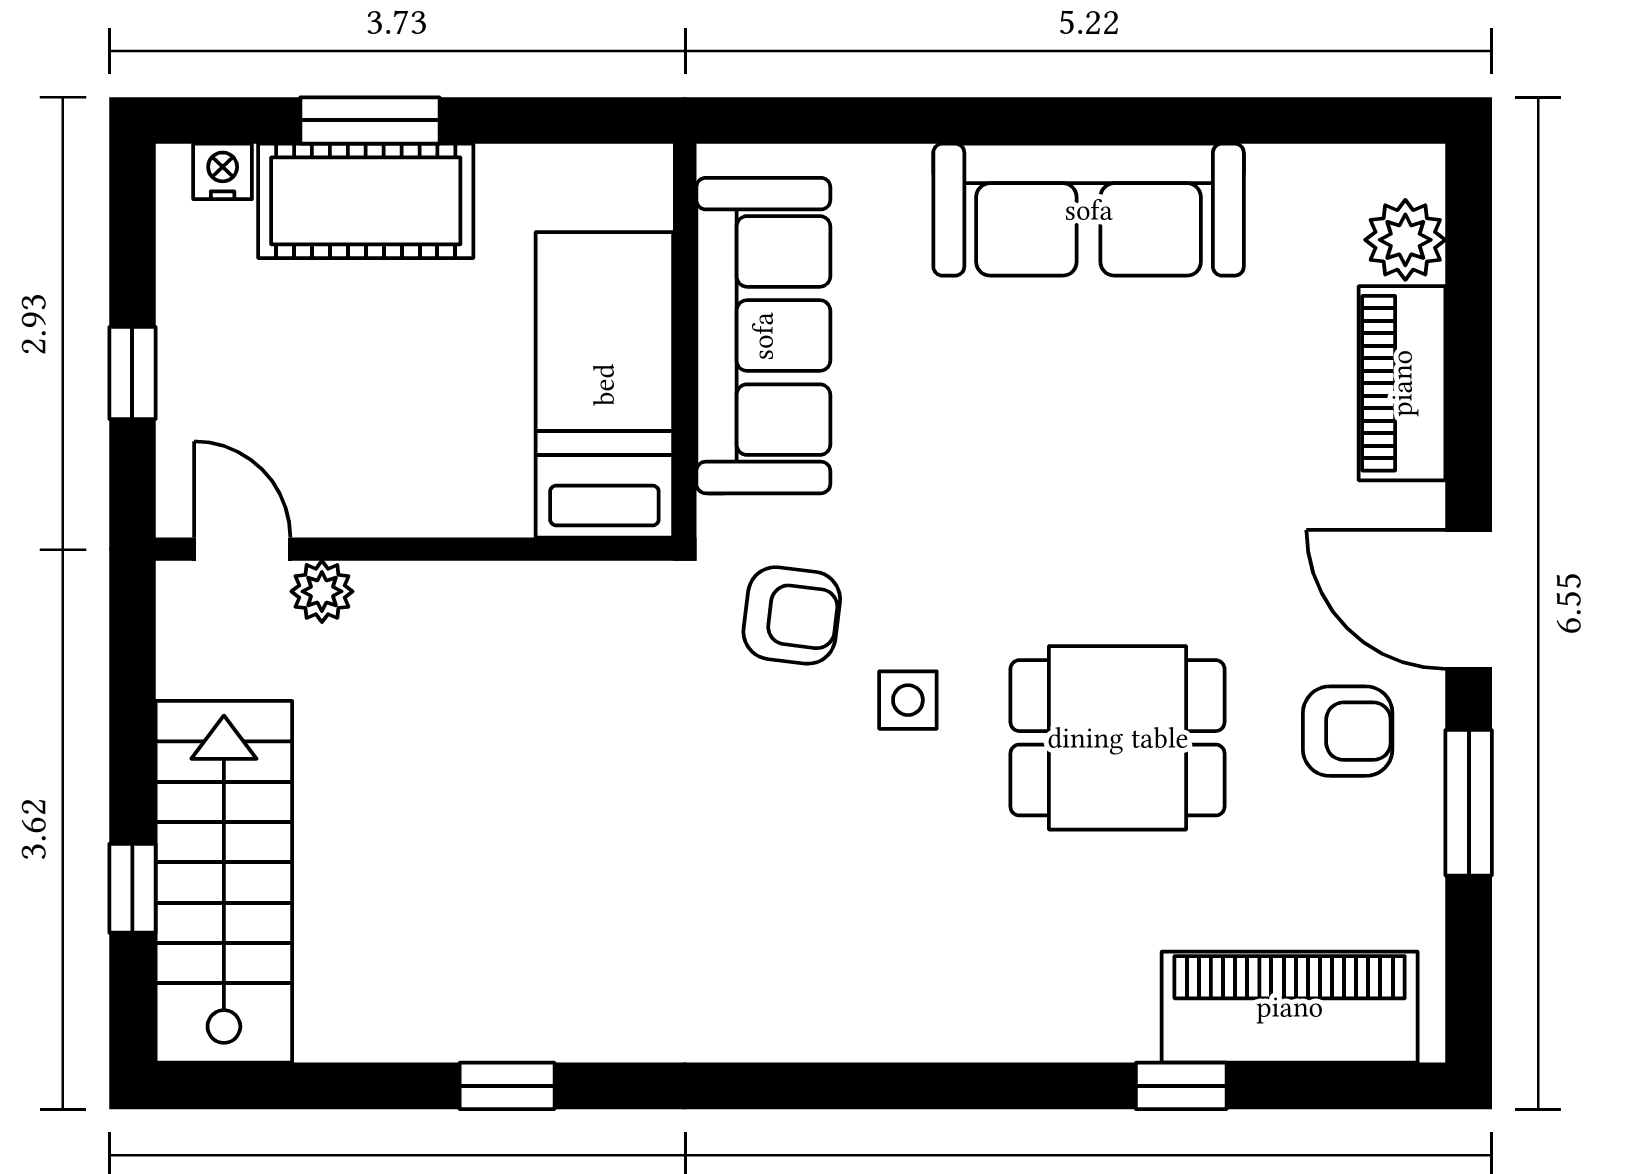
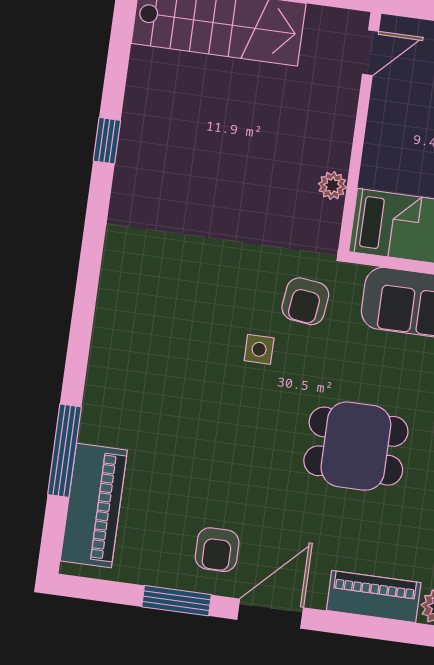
plant: (322, 591) -> (332, 186), moved
dining table: (1118, 738) -> (356, 446), moved, turned 90
window: (1181, 1086) -> (64, 451), width x2.17

